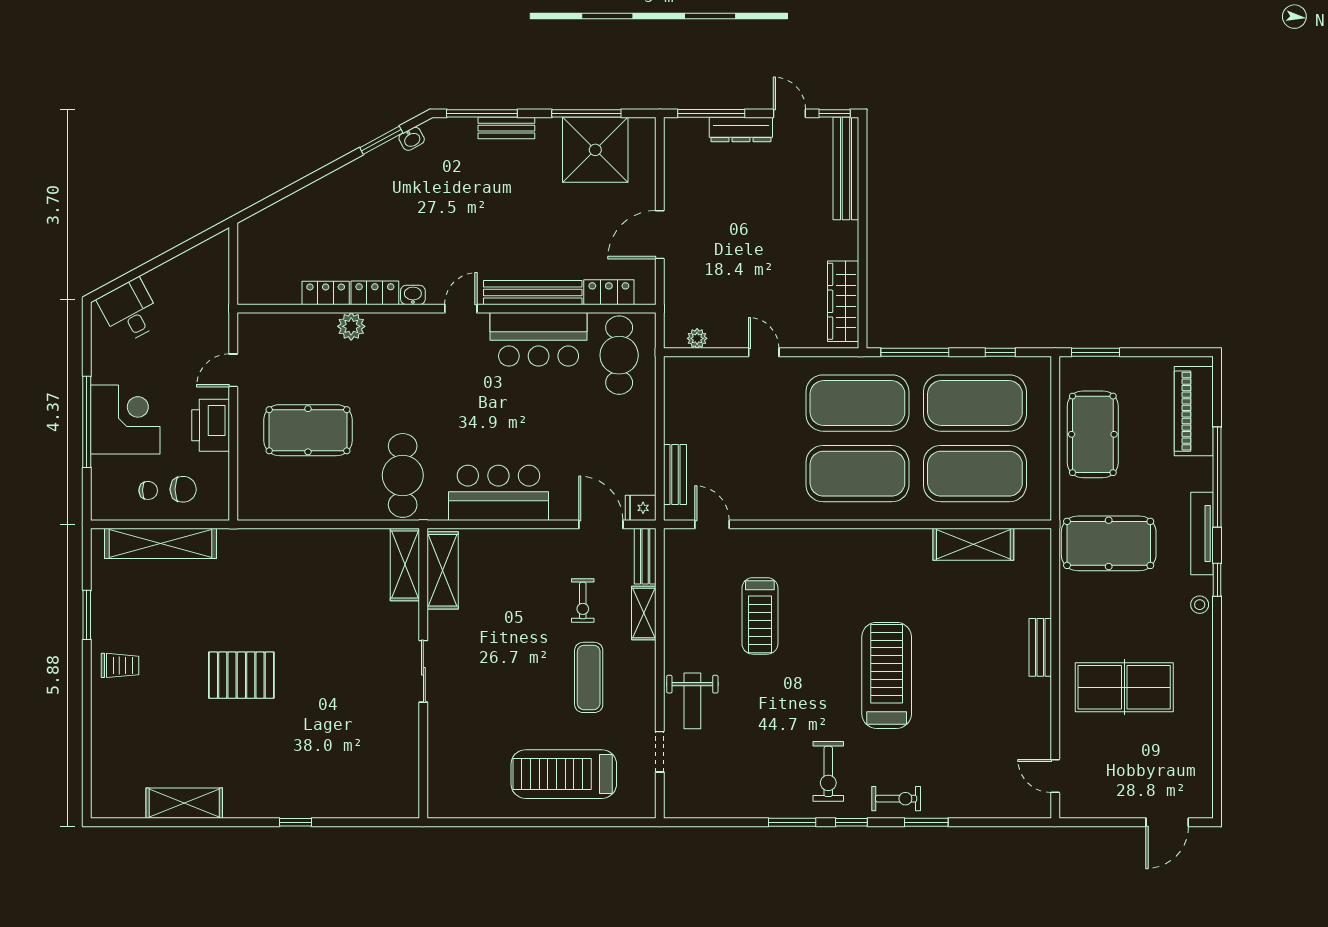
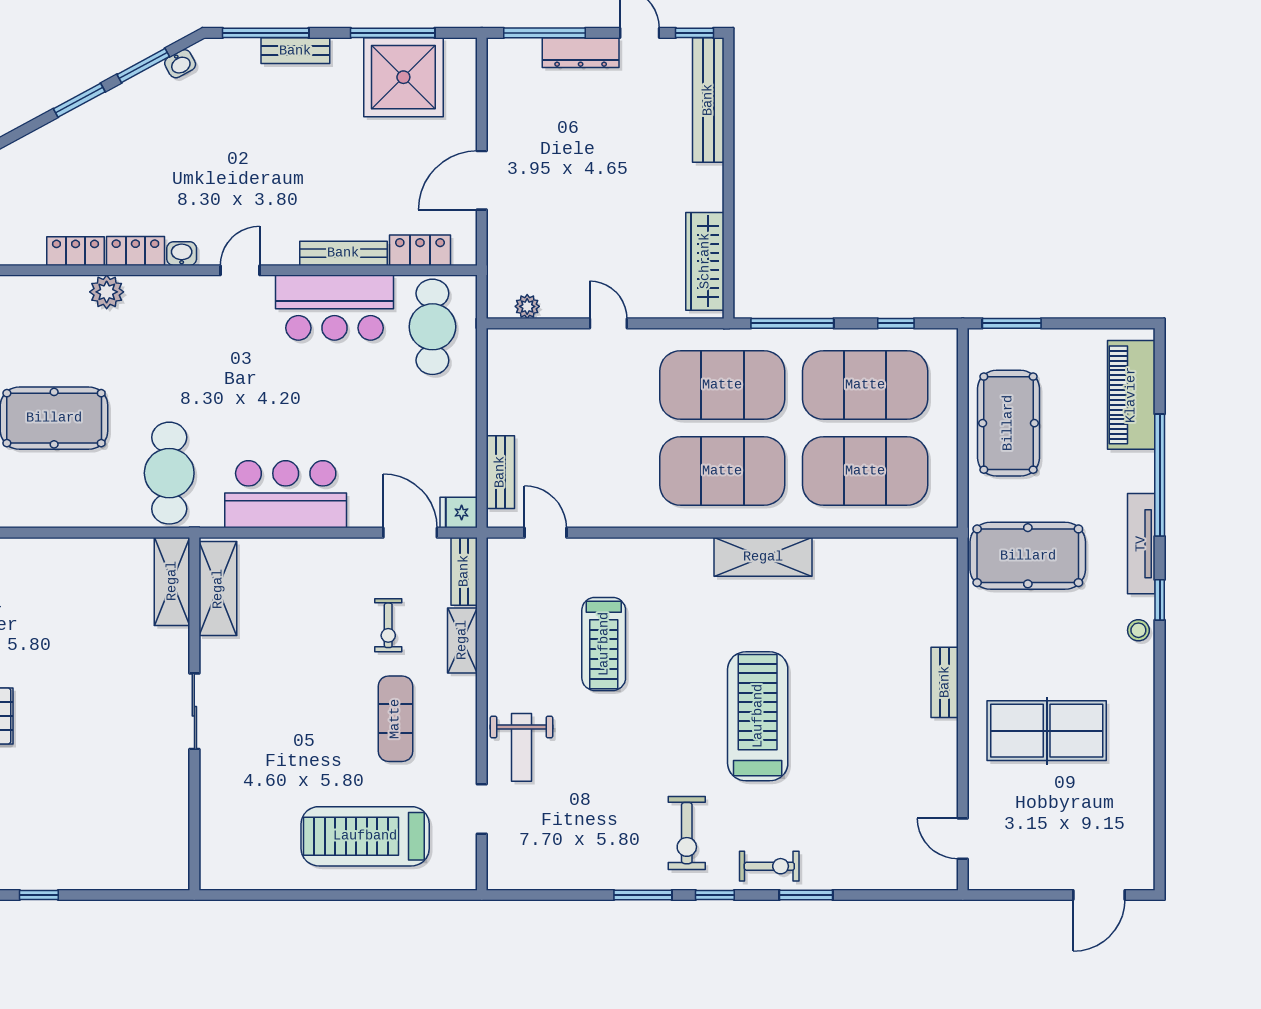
window: (329, 169) -> (79, 100), added
bench: (533, 293) -> (343, 253), width x0.73, depth x0.82
shelving: (973, 544) -> (763, 557), moved

